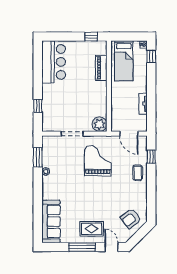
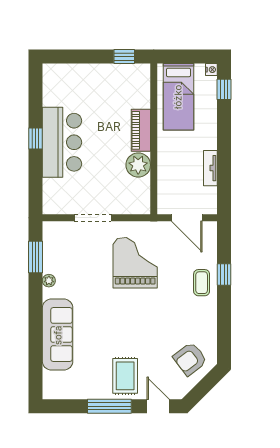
bar counter: (54, 62) -> (62, 142), moved
piano: (101, 68) -> (141, 130), moved
window: (38, 106) -> (36, 139), moved
plant: (100, 124) -> (138, 165), moved
window: (151, 157) -> (224, 274), moved
sofa: (51, 221) -> (58, 335), moved
rug: (92, 229) -> (125, 376), turned 90

